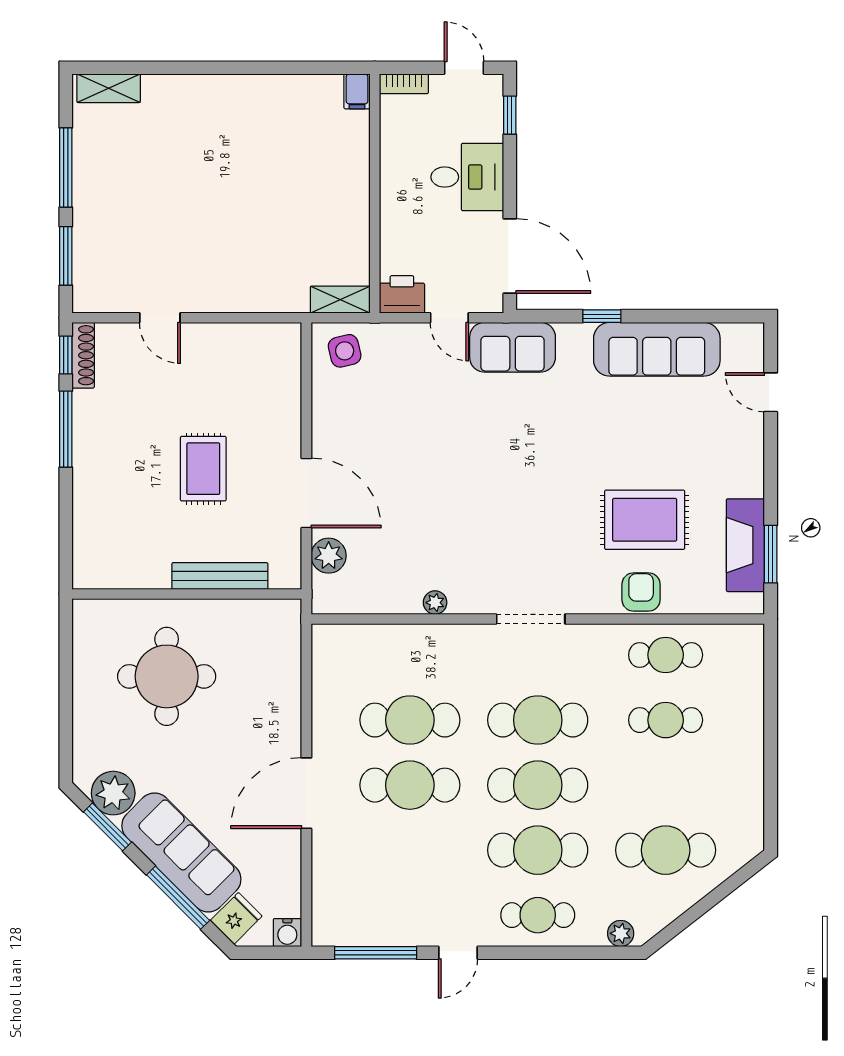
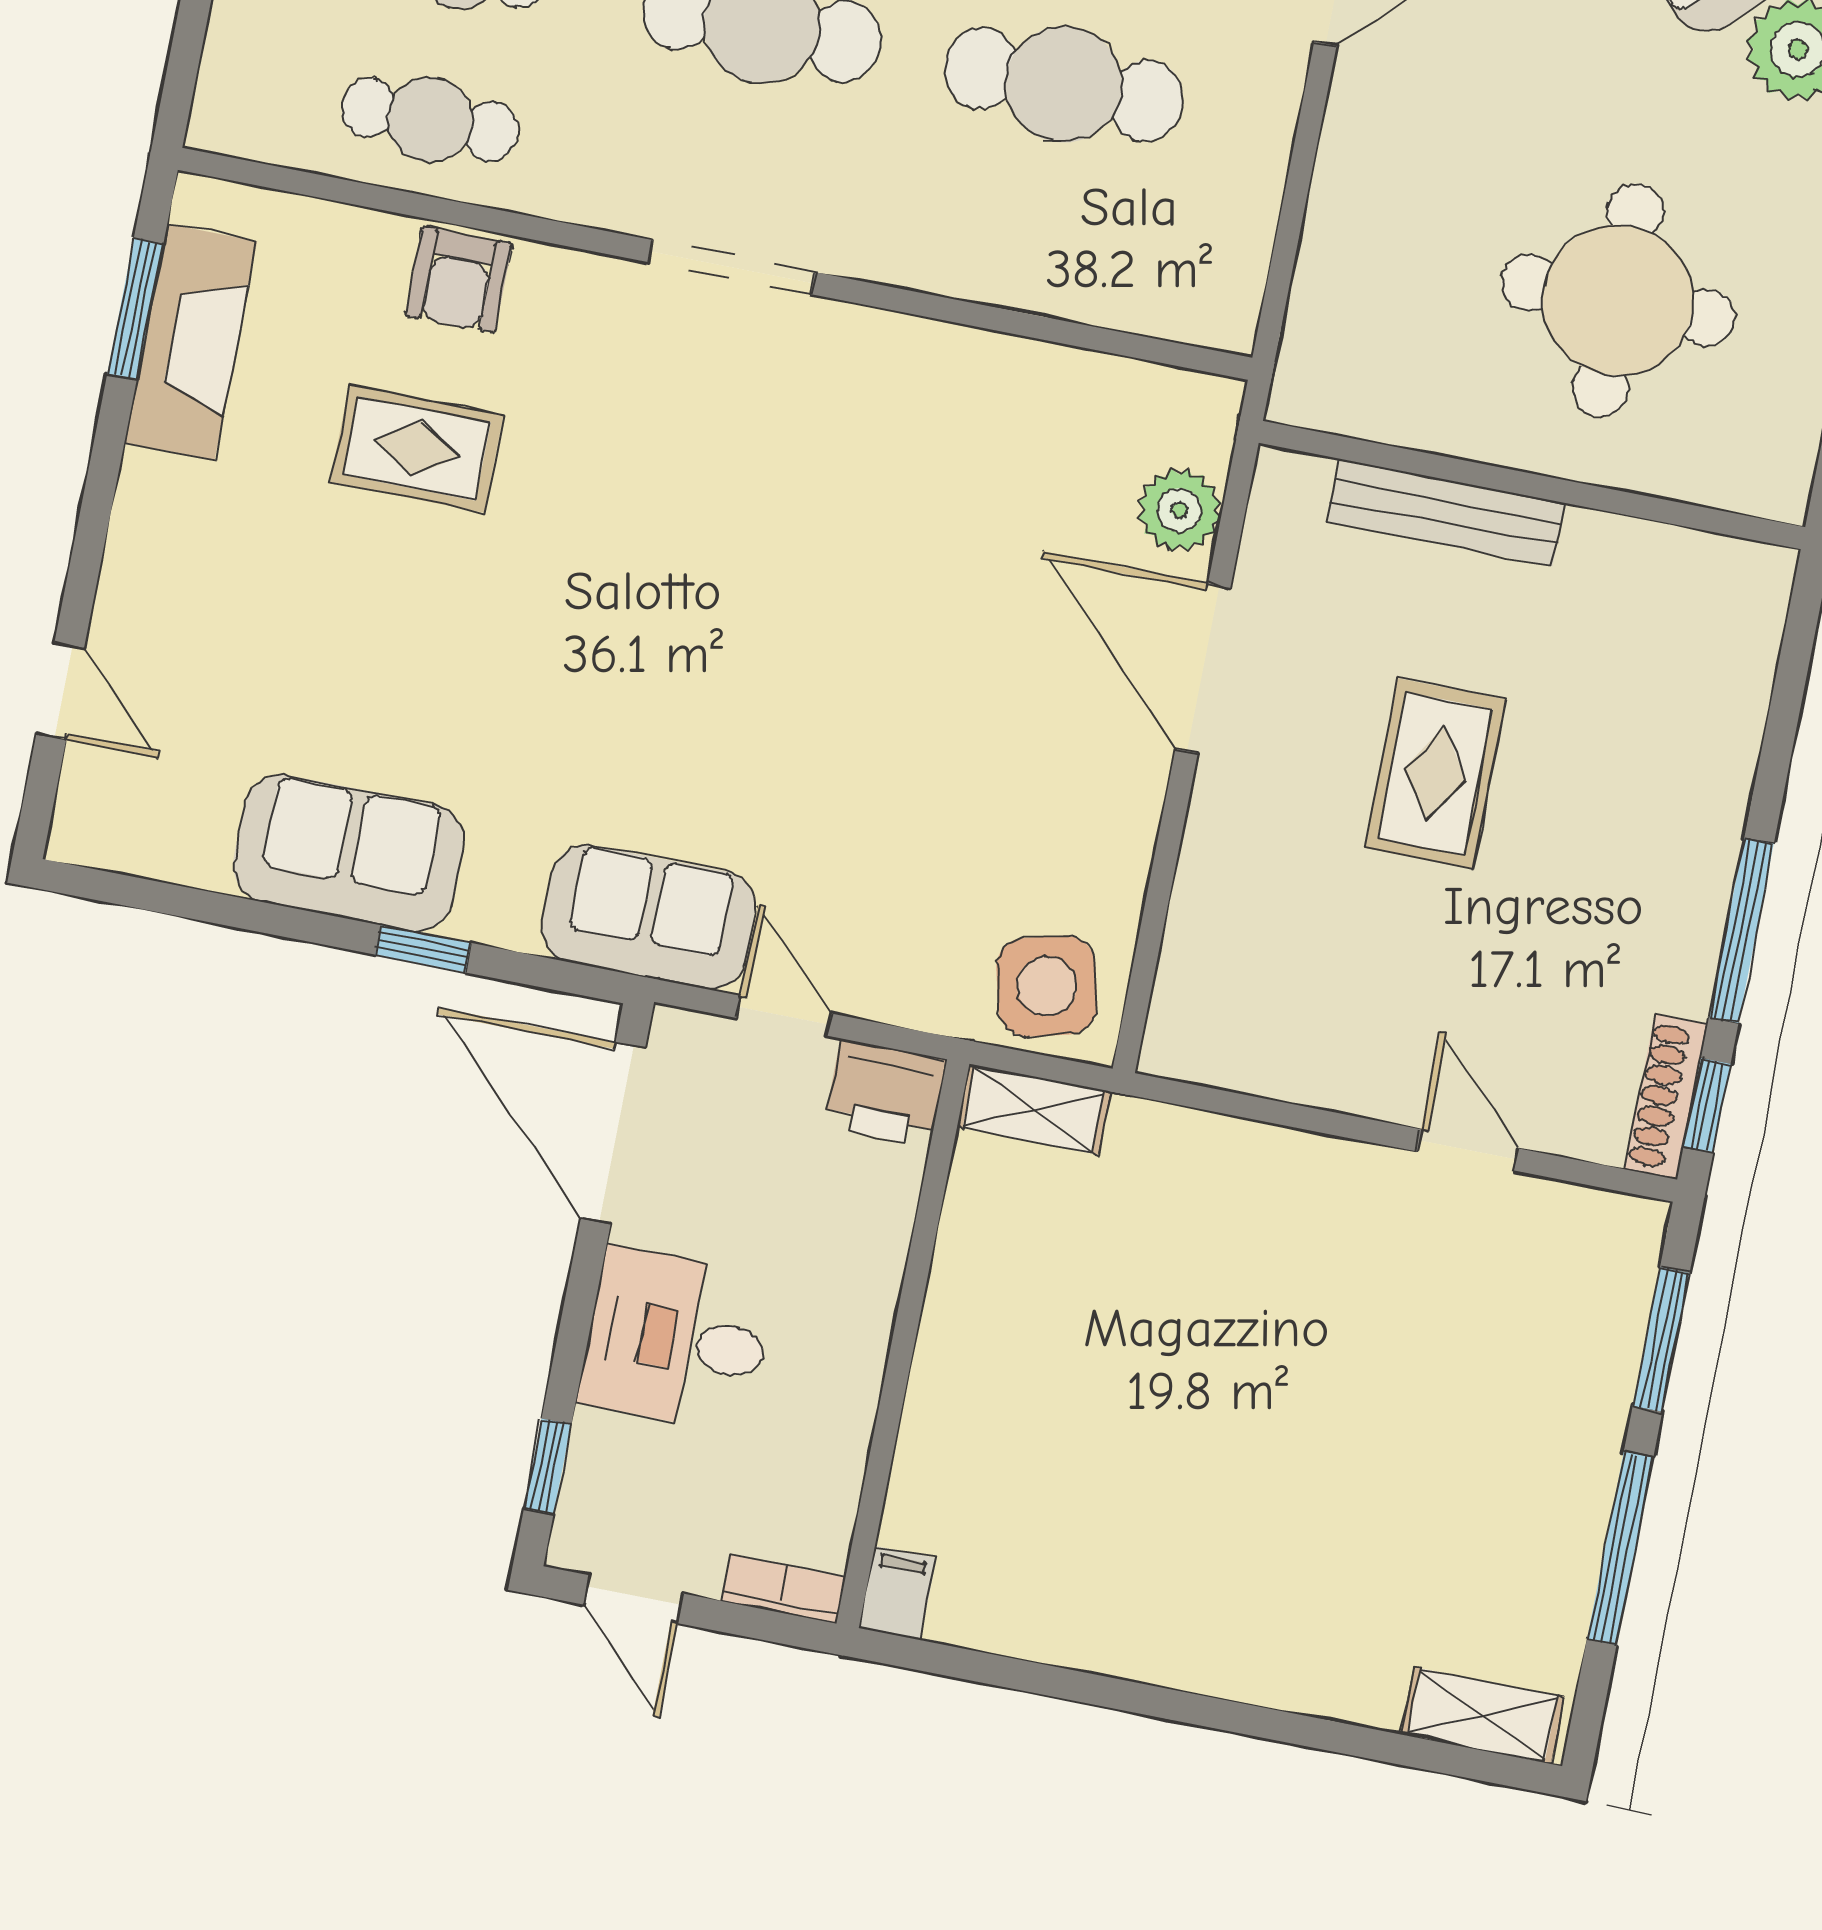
sofa: (657, 349) -> (349, 853), width x0.73
side table: (345, 351) -> (1047, 986), width x1.37, depth x1.37
rug: (645, 520) -> (417, 448), width x0.73, depth x0.70
plant: (435, 603) -> (950, 350), removed

